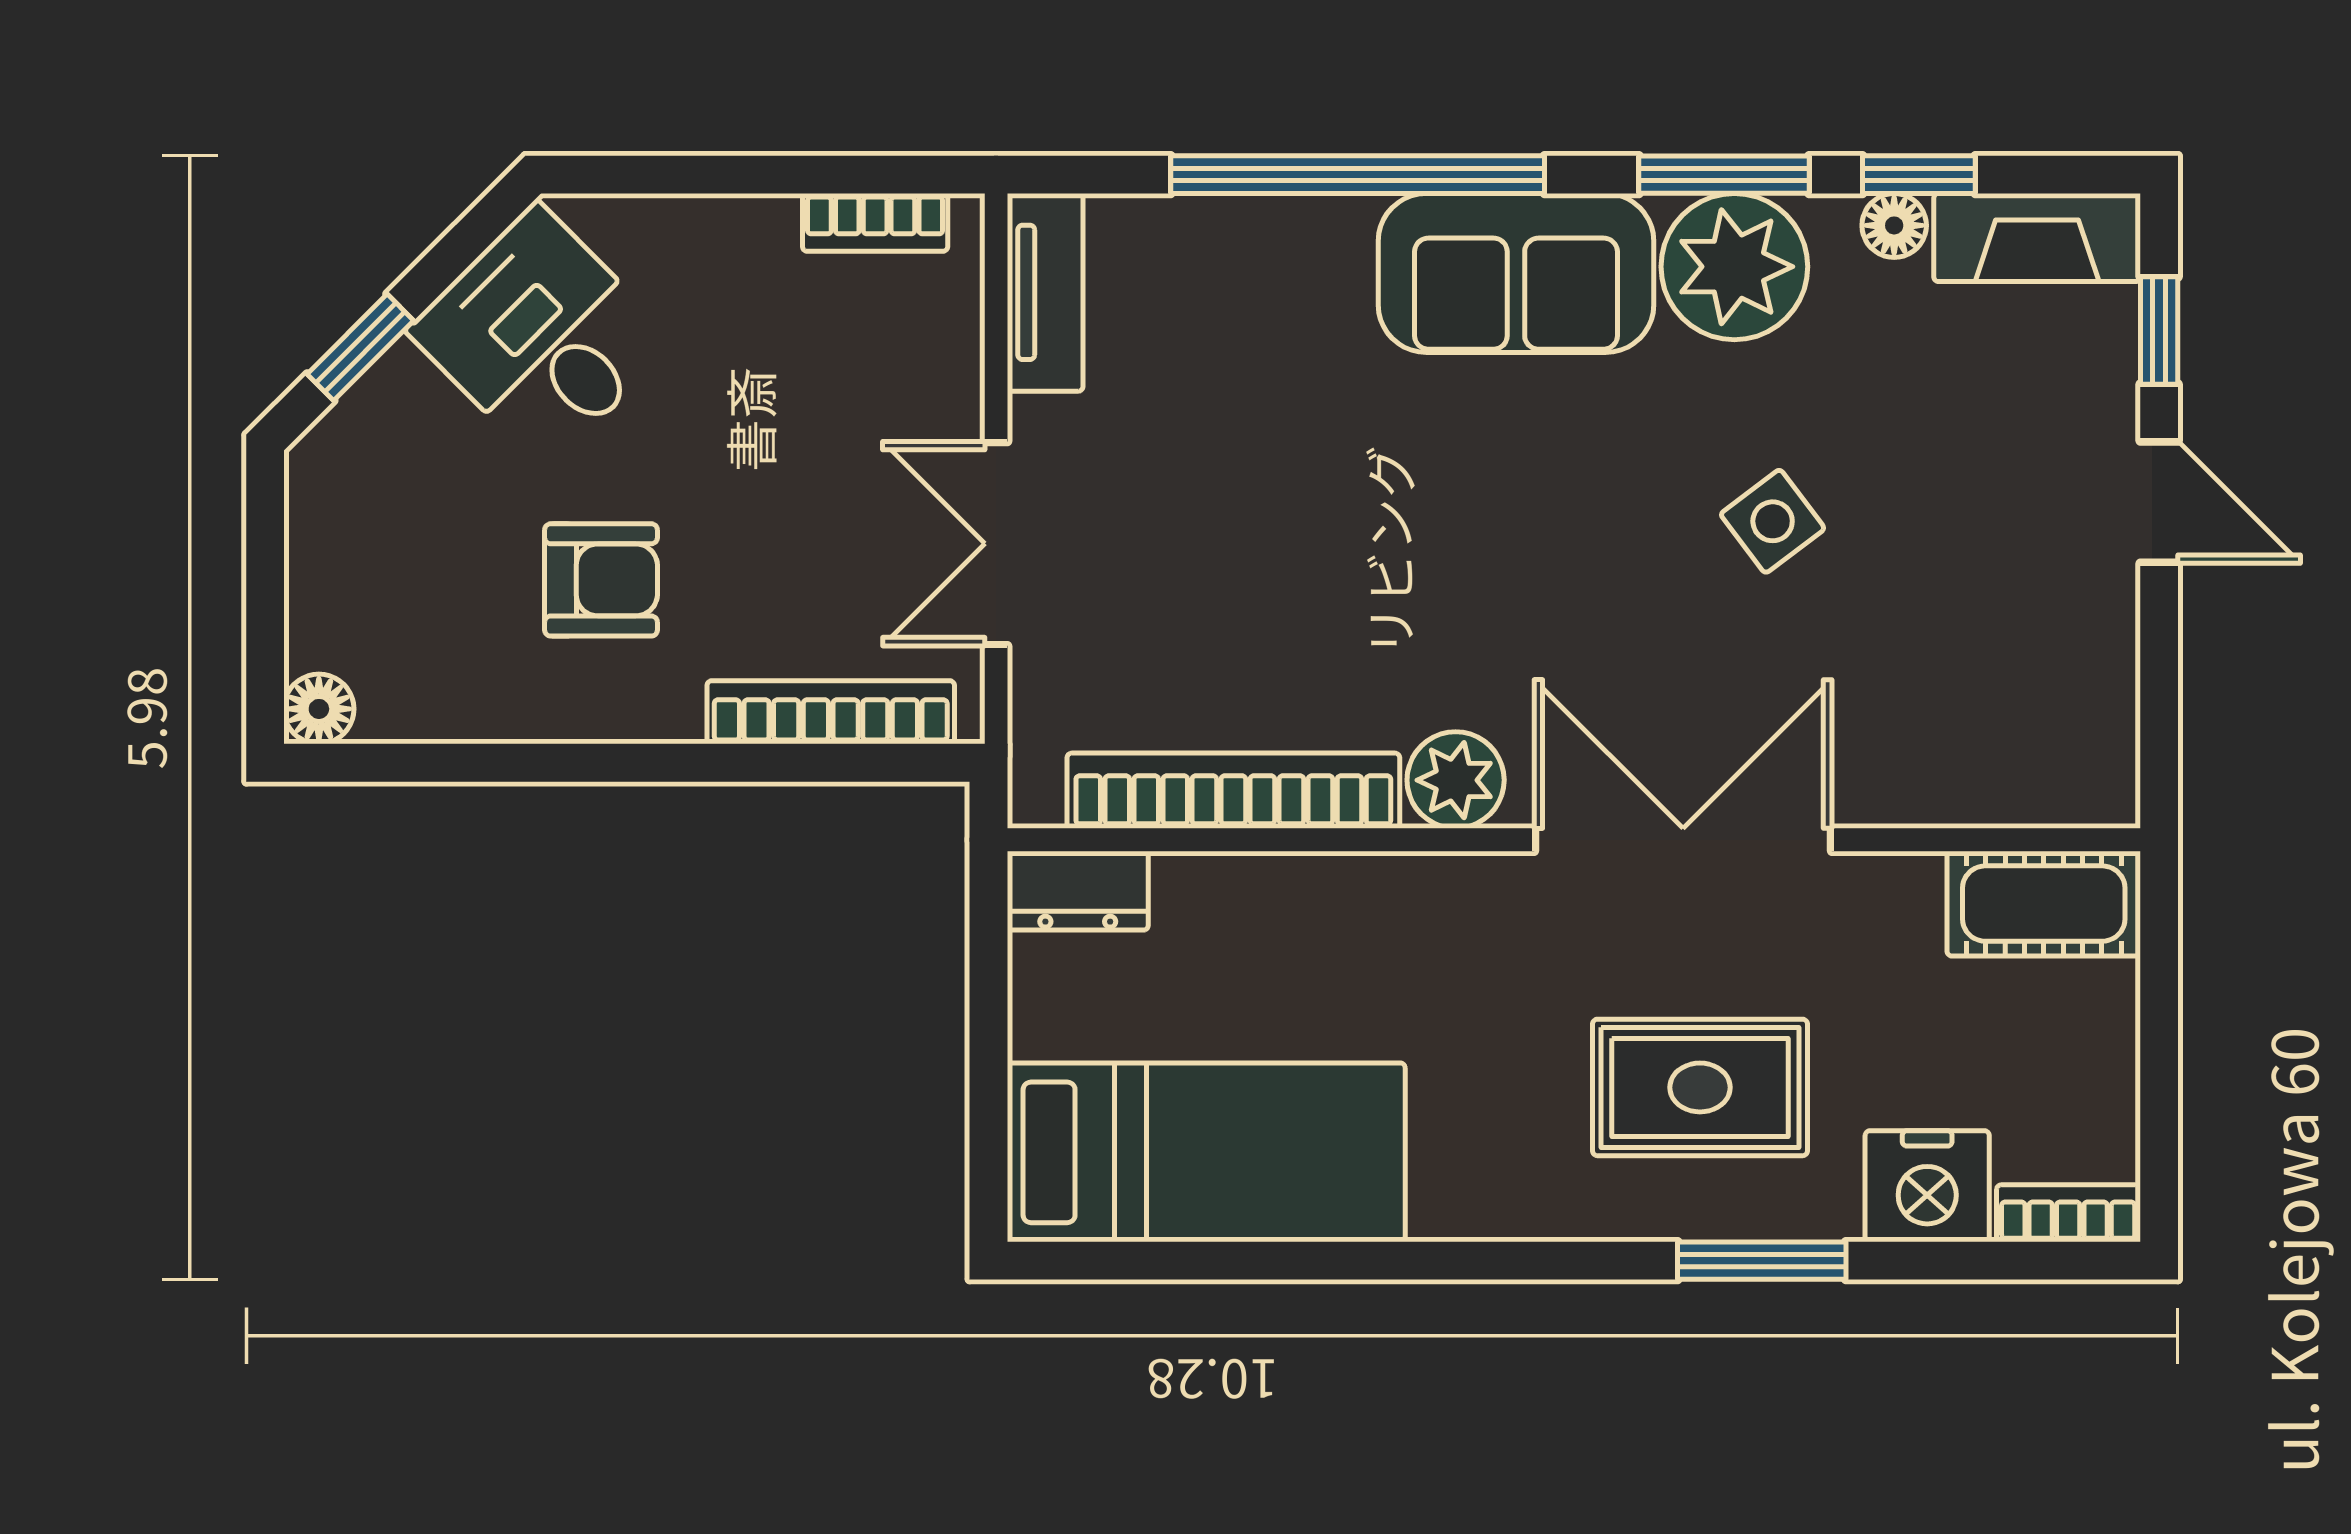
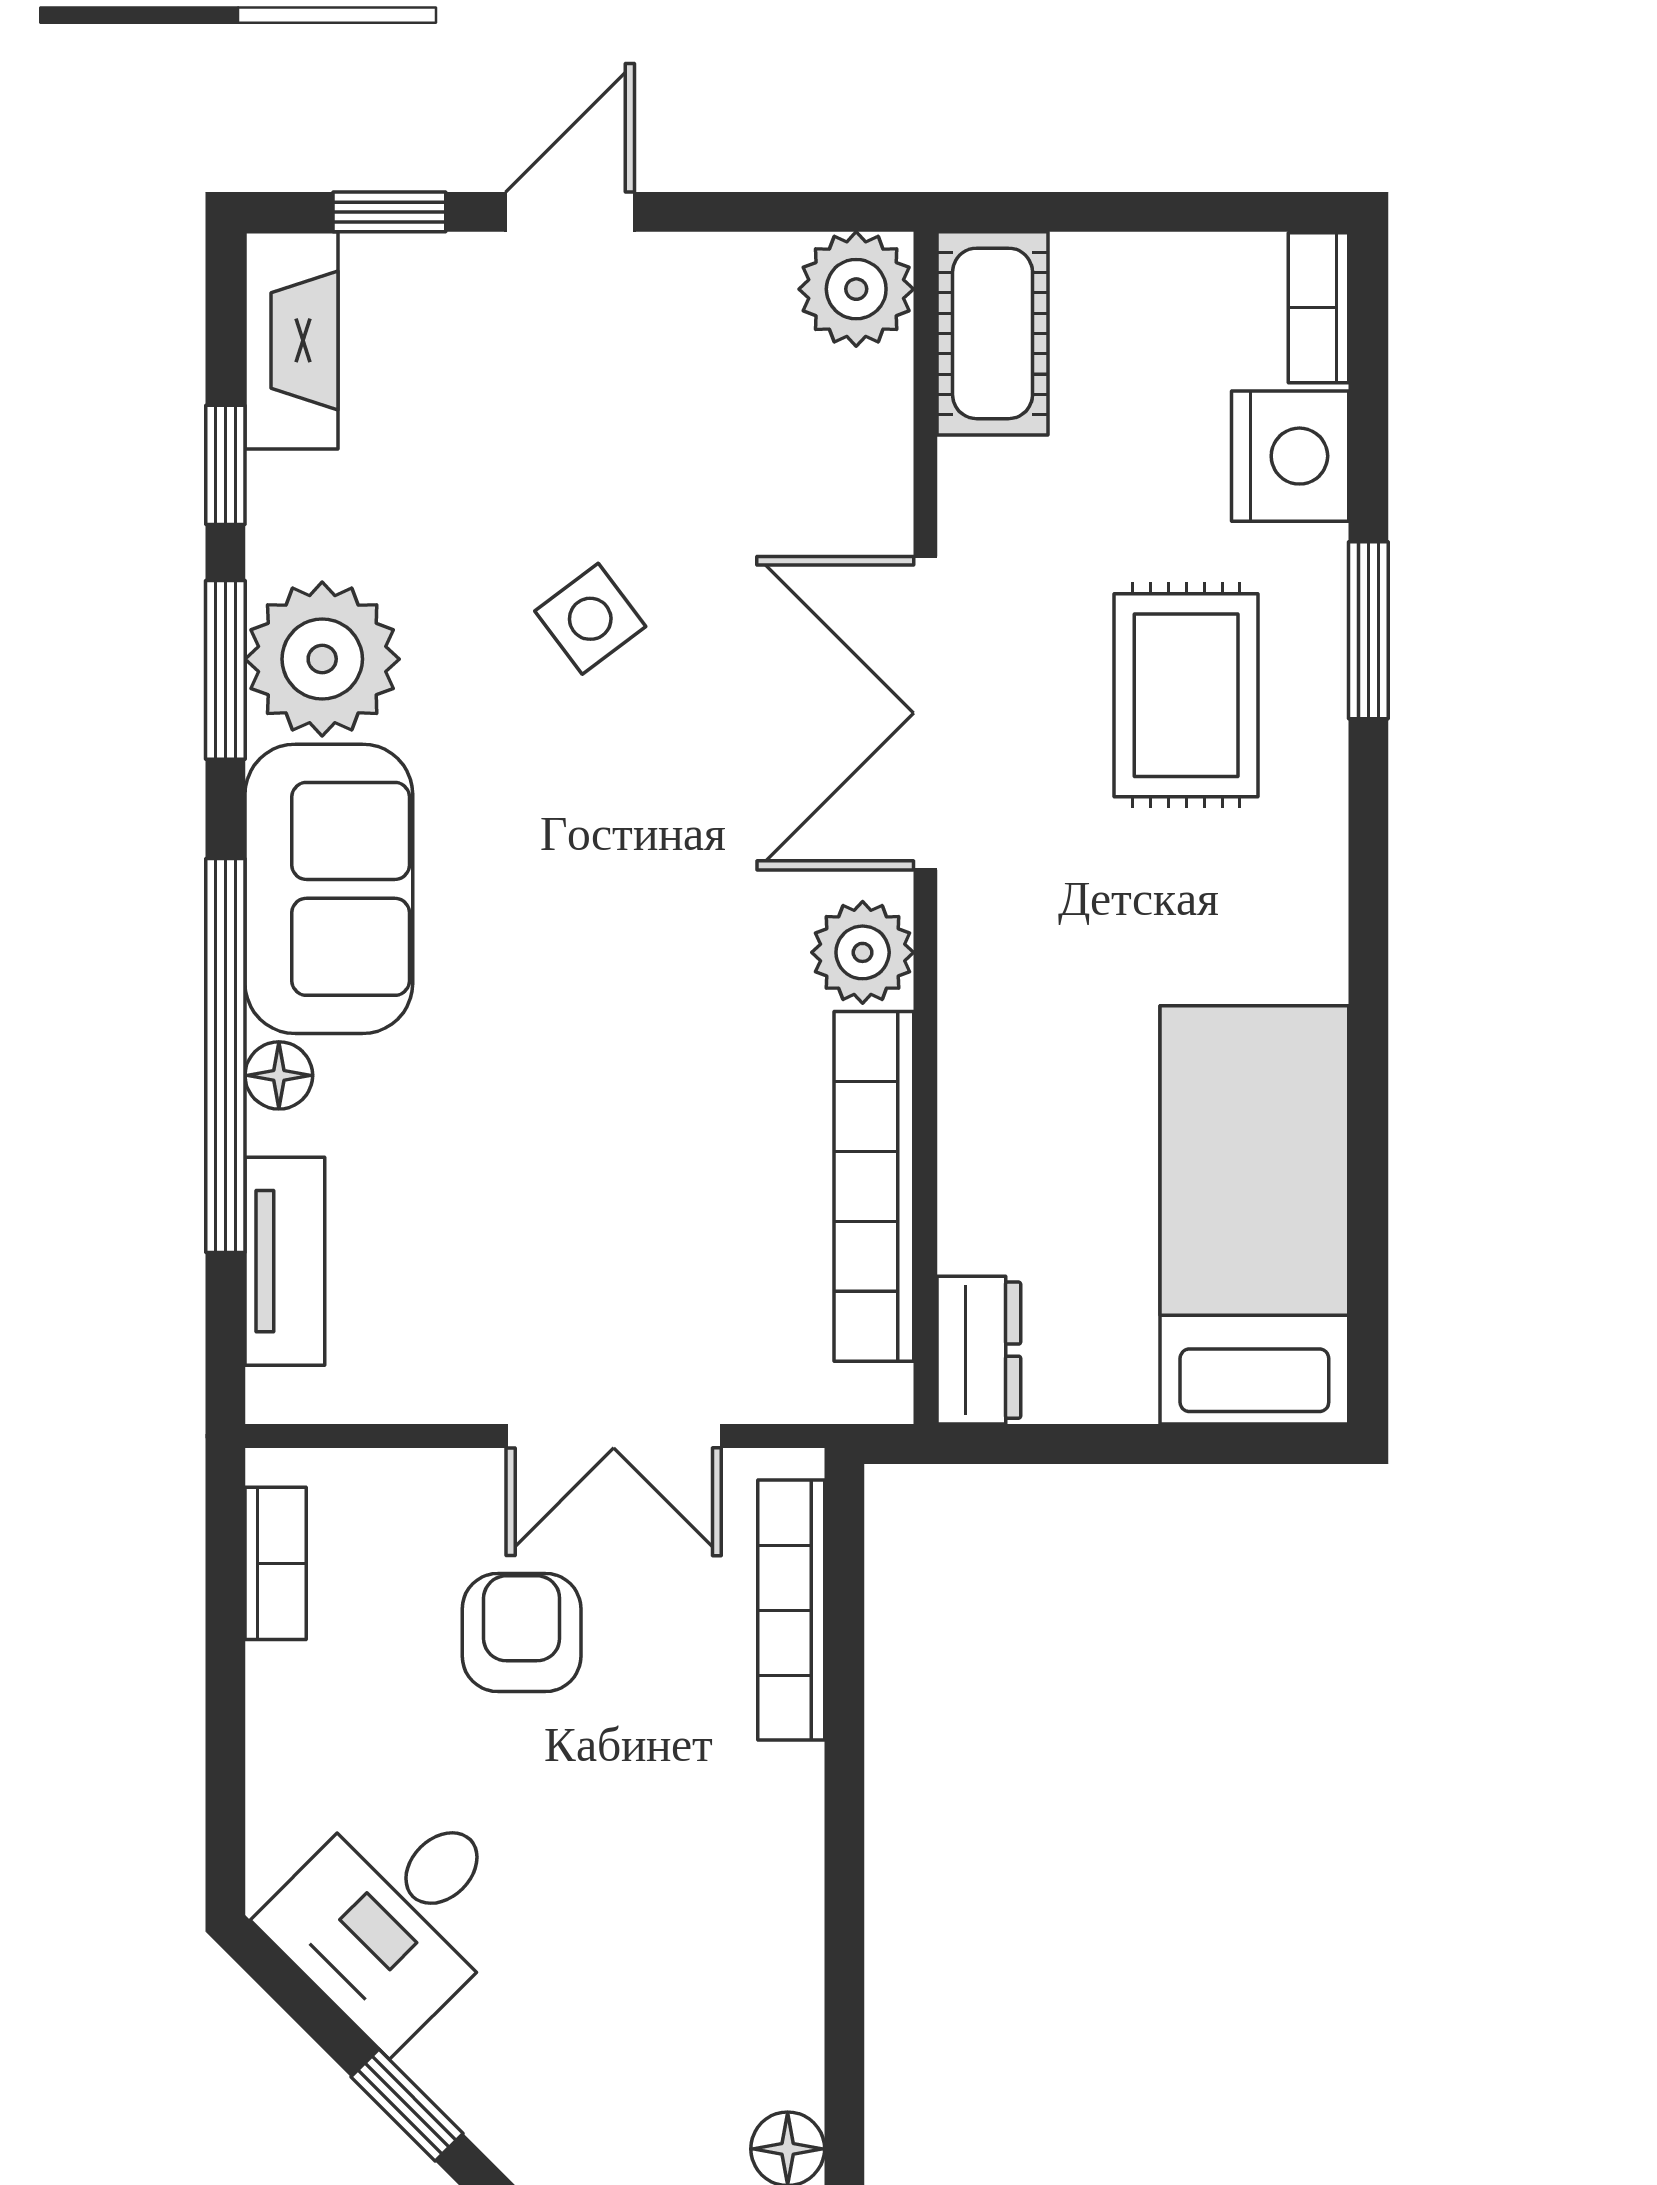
floor lamp: (1894, 225) -> (279, 1075), moved
tv unit: (1045, 292) -> (285, 1261), moved, turned 90
armchair: (601, 580) -> (522, 1632), moved
plant: (2086, 774) -> (856, 289), added

